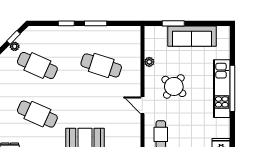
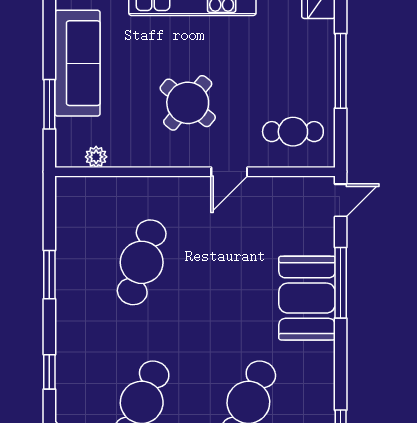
window: (66, 23) -> (49, 372), moved
plant: (149, 62) -> (96, 157), moved

